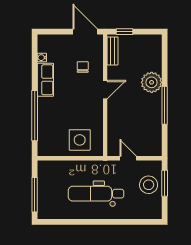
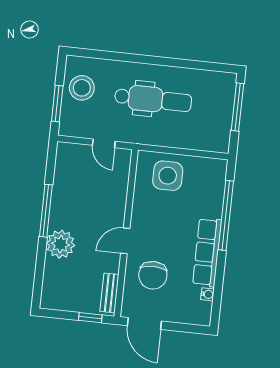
chair: (83, 67) -> (153, 275), width x1.87, depth x1.87
row of seats: (45, 80) -> (207, 252), width x1.48
stool: (149, 185) -> (82, 88), moved

